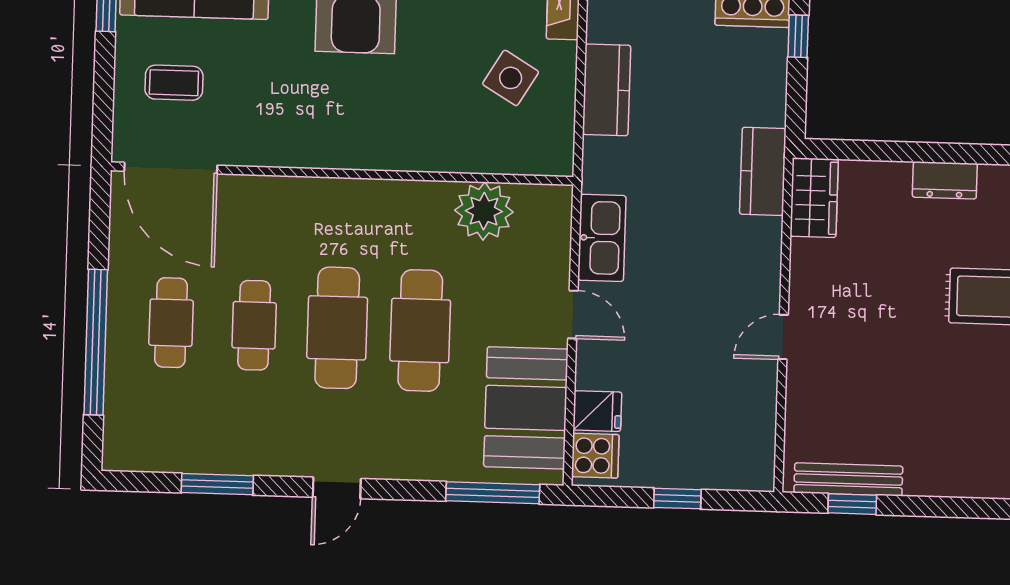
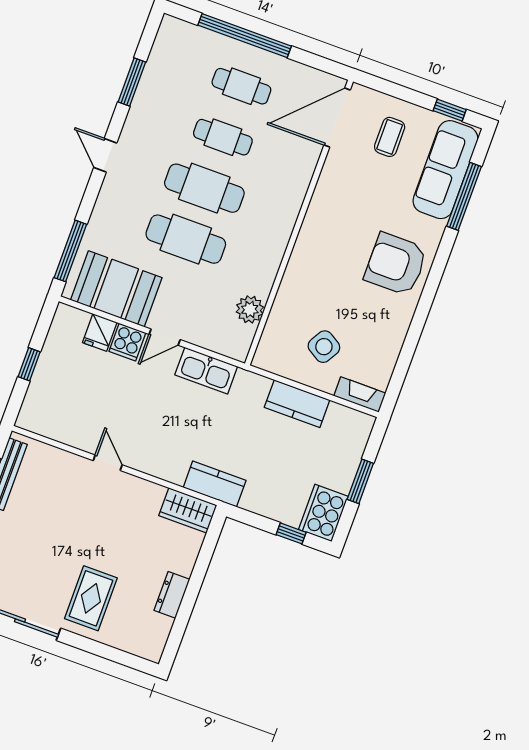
plant: (484, 211) -> (250, 309), width x0.73, depth x0.73
cooker: (595, 456) -> (127, 342), moved

